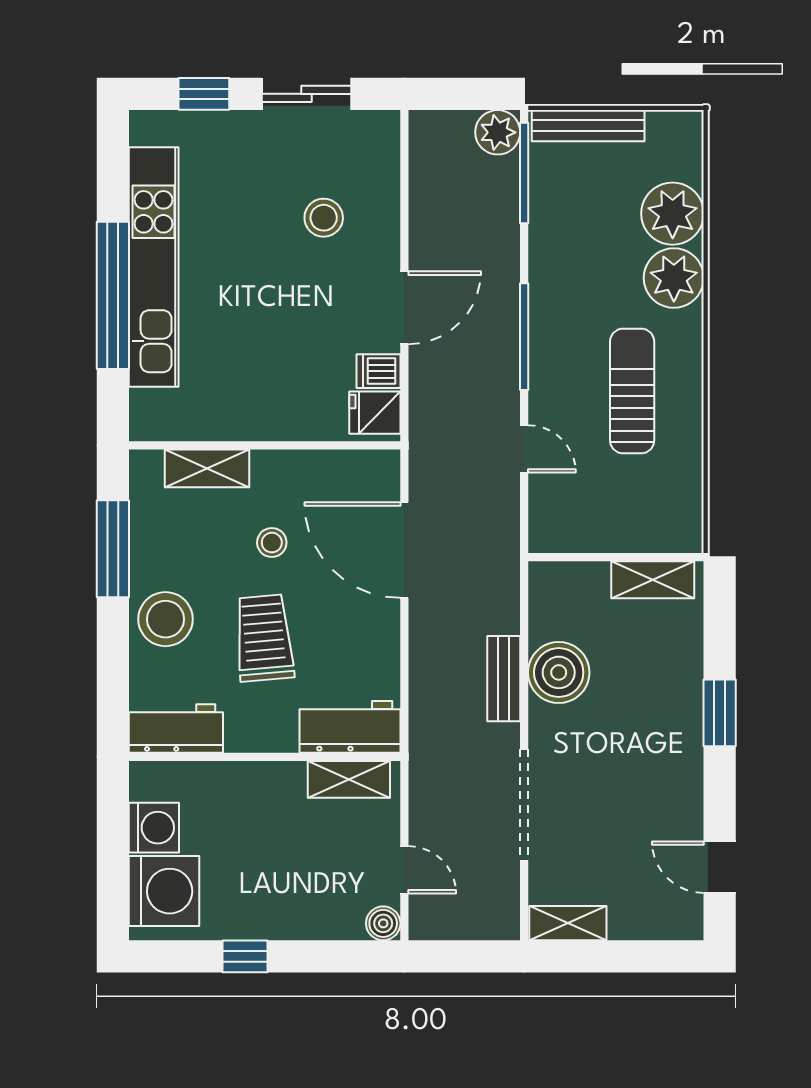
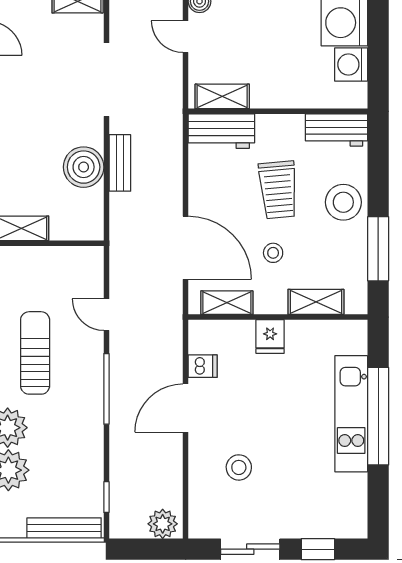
plant: (498, 132) -> (163, 524), moved
window: (524, 173) -> (106, 497), width x0.46
kitchen unit: (154, 267) -> (351, 414), width x0.73
sun lounger: (632, 391) -> (35, 353), turned 180
fridge: (375, 413) -> (270, 337), moved, turned 90
shelving: (342, 467) -> (227, 303), added

